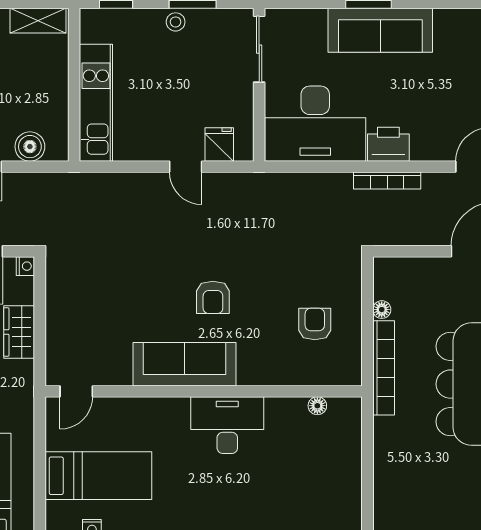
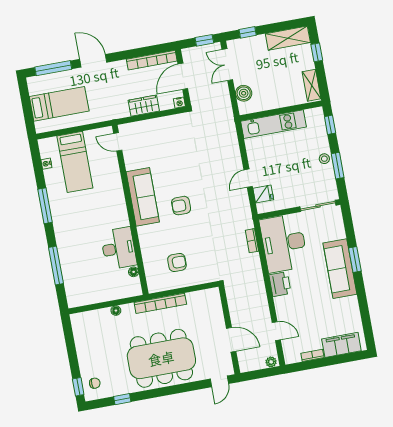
bookcase: (387, 181) -> (252, 241), moved, width x0.64
floor lamp: (382, 310) -> (116, 311), moved
desk: (227, 425) -> (119, 248), moved

